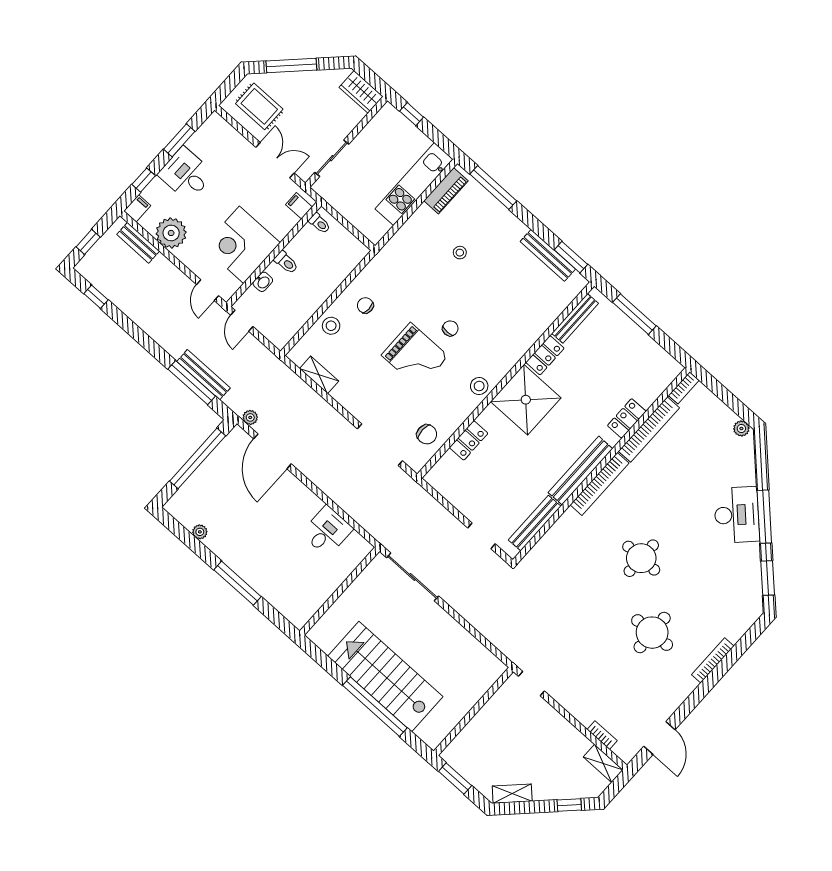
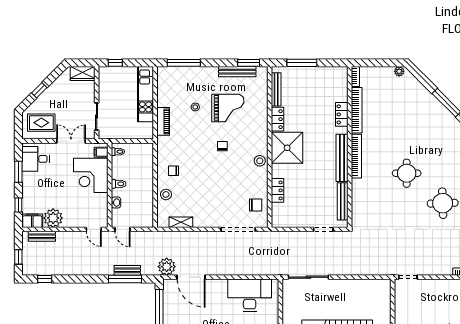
window: (291, 65) -> (39, 90), width x0.46
desk: (186, 174) -> (36, 159), moved
piano: (446, 191) -> (163, 121), moved
filing cabinet: (137, 208) -> (32, 221), width x2.00
corner desk: (242, 245) -> (91, 175), moved
grand piano: (415, 356) -> (228, 108), moved
bench: (204, 375) -> (127, 270), width x0.73
plant: (250, 417) -> (167, 267), width x1.87, depth x1.87
desk: (737, 515) -> (433, 113), removed
desk: (327, 531) -> (250, 295), width x1.87, depth x1.30

